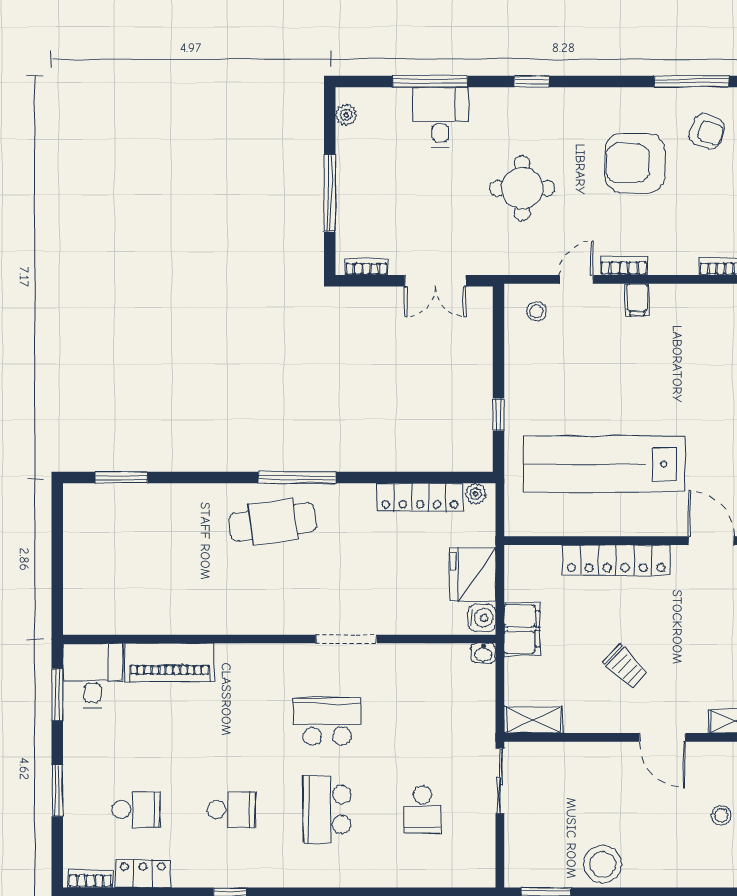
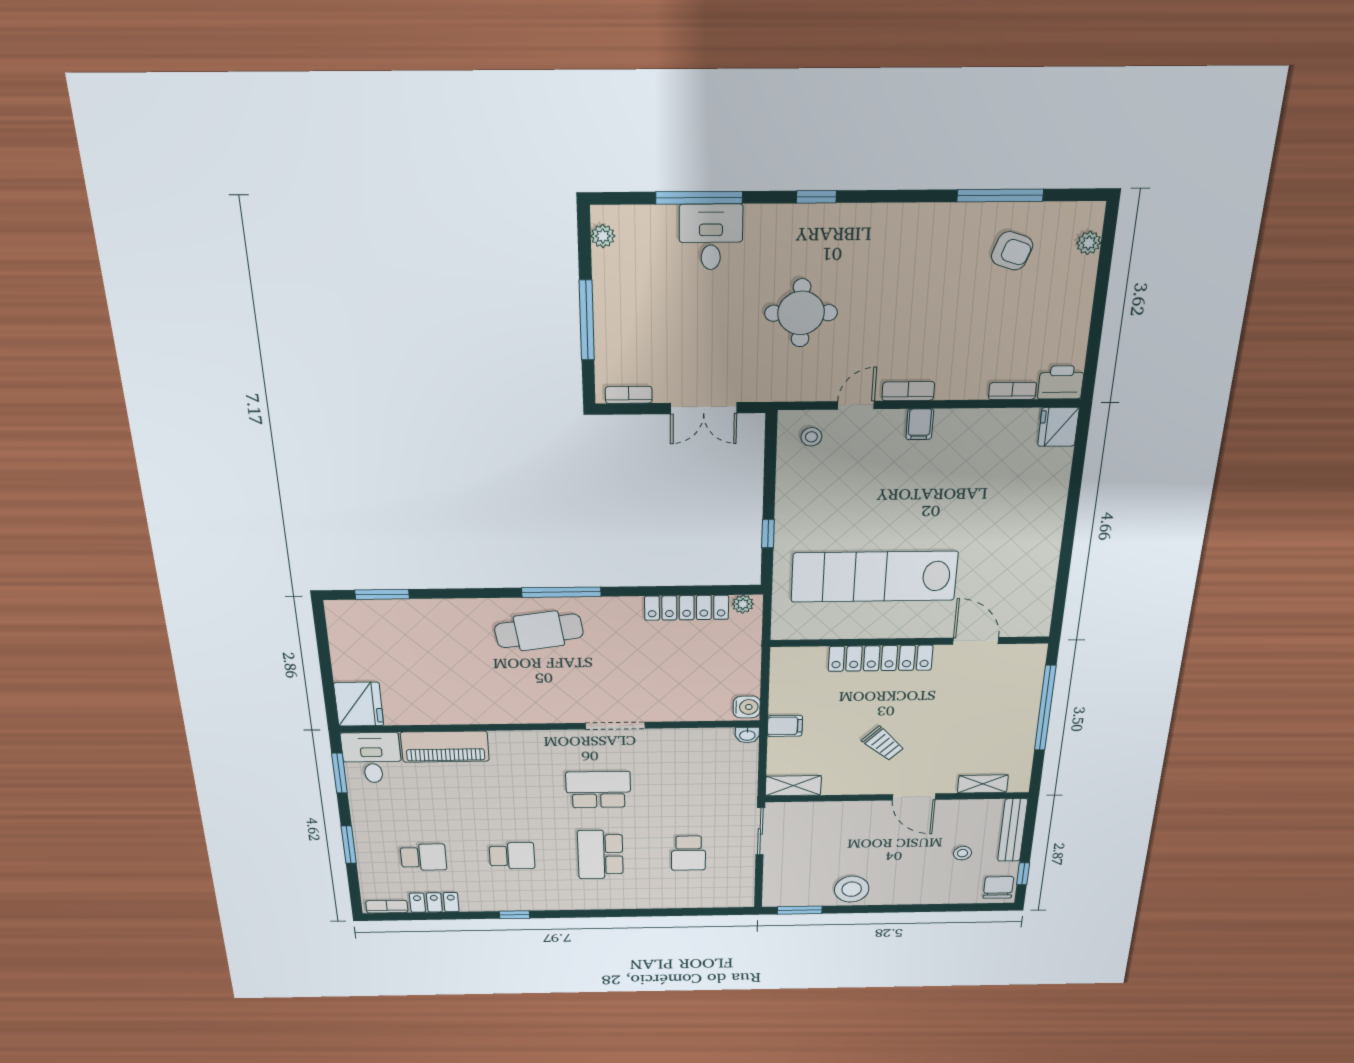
armchair: (635, 163) -> (928, 285), removed
fridge: (473, 575) -> (359, 704), moved, turned 180
filing cabinet: (522, 629) -> (785, 726), width x0.50

